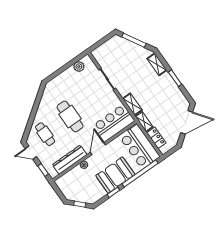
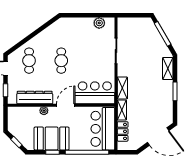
cafe table: (70, 117) -> (61, 61), width x0.73, depth x0.74
booth: (115, 175) -> (52, 139), moved

